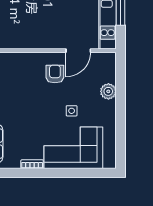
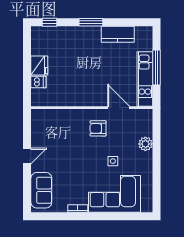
door: (78, 51) -> (119, 108), swing flipped
armchair: (55, 74) -> (98, 128), turned -90

